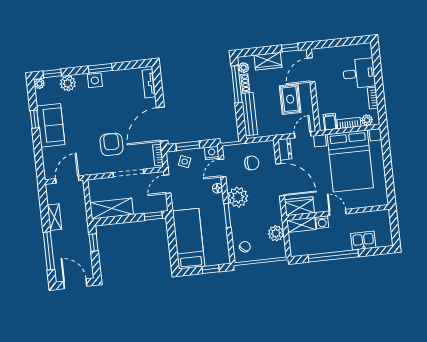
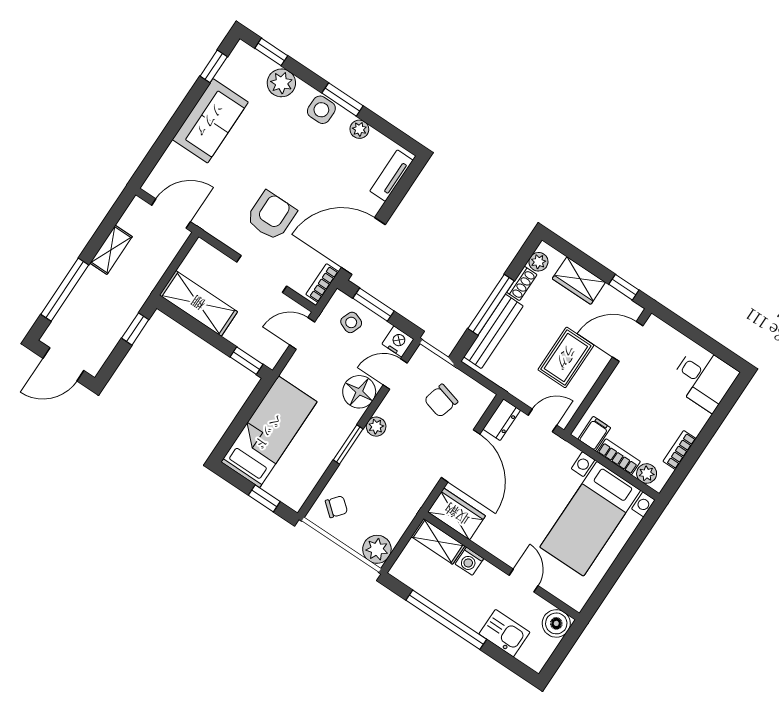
desk: (359, 73) -> (704, 378), moved
plant: (39, 84) -> (359, 129), moved
window: (237, 84) -> (491, 305), moved
window: (35, 119) -> (214, 66), moved
bed with nightstands: (350, 161) -> (590, 519), width x0.73
chair: (252, 163) -> (441, 401), turned 105
floor lamp: (217, 188) -> (359, 392), width x1.89, depth x1.89
plant: (238, 197) -> (376, 427), width x0.53, depth x0.53
door: (338, 212) -> (524, 581), moved
boiler: (382, 218) -> (556, 623), added
plant: (276, 233) -> (377, 549), moved
door: (75, 284) -> (63, 364), swing flipped

